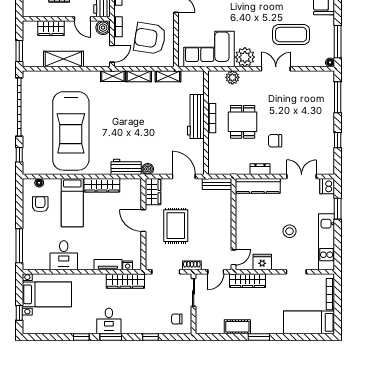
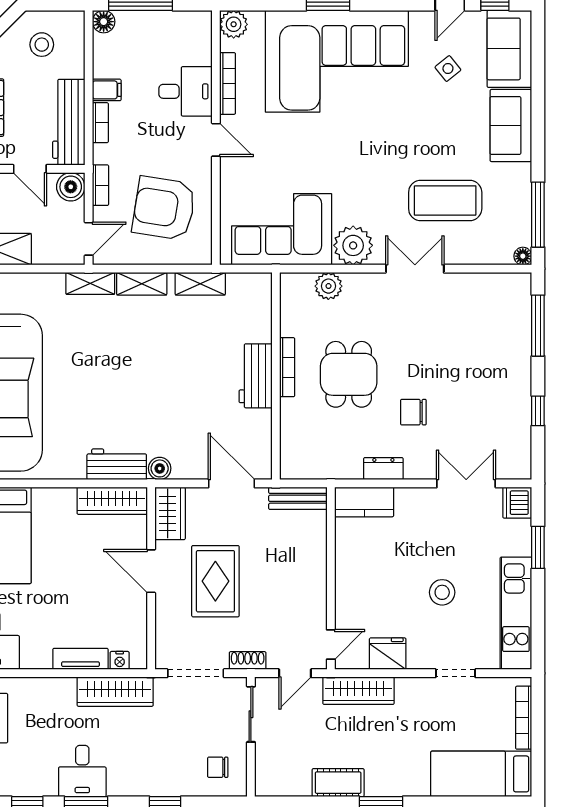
workbench: (196, 116) -> (256, 376), width x0.73
wardrobe: (102, 185) -> (112, 501), moved
kitchen counter: (258, 186) -> (364, 502), width x0.67

